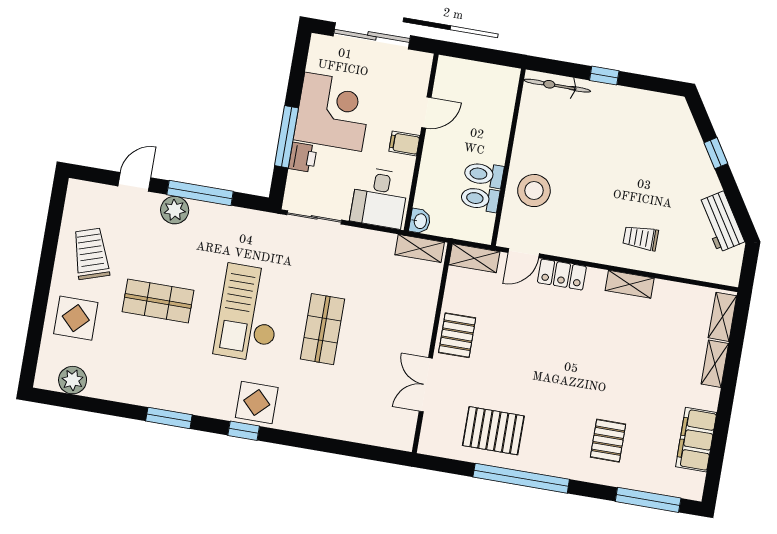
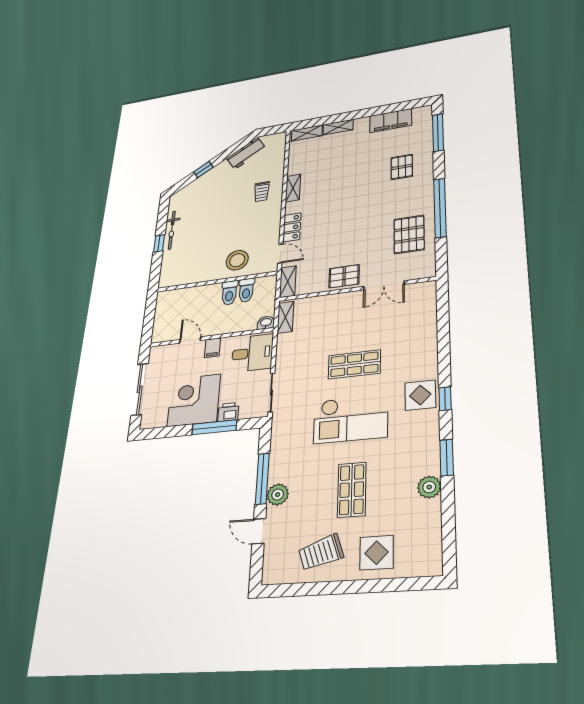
bicycle: (557, 86) -> (172, 230), moved
plant: (73, 380) -> (429, 487), moved
pallet: (608, 441) -> (402, 167), turned 90

